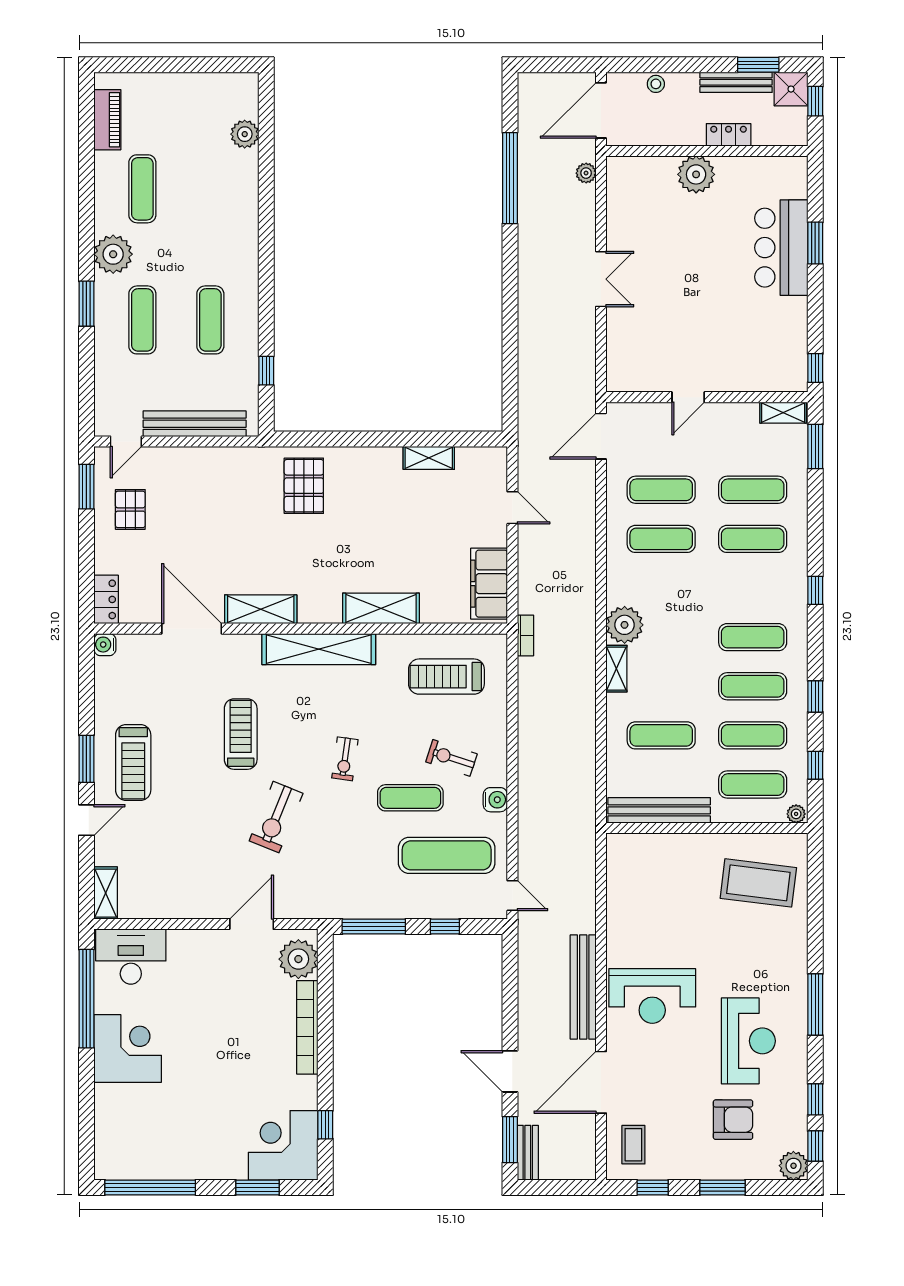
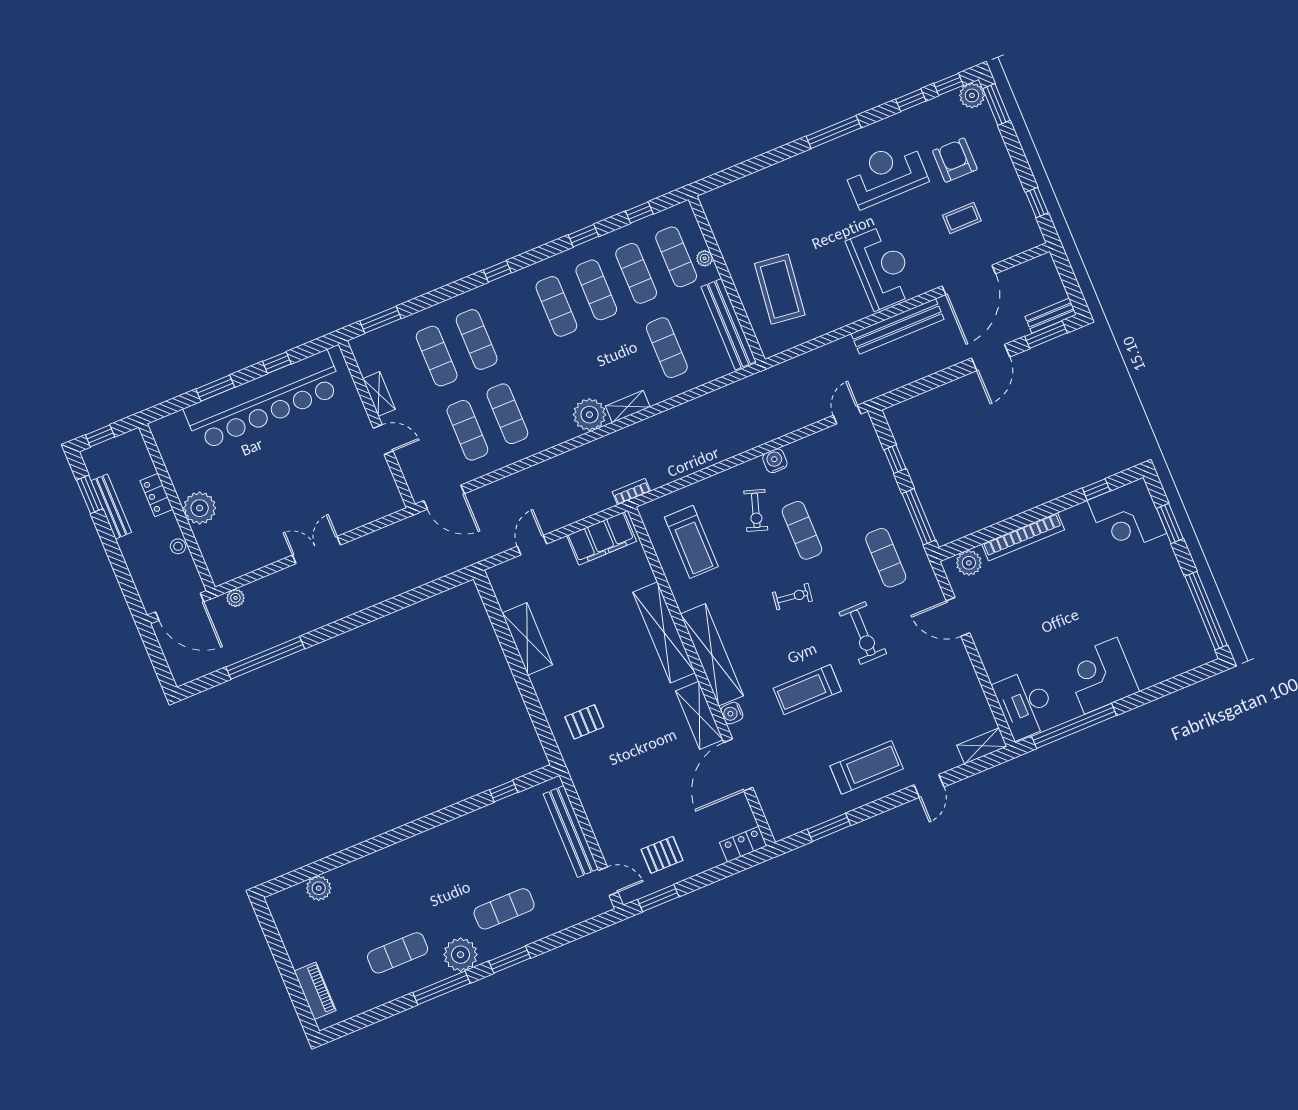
stool: (656, 84) -> (178, 546), moved
shower: (791, 89) -> (98, 460), removed
piano: (107, 120) -> (315, 991), moved, turned 90
window: (86, 220) -> (442, 988), added
bar counter: (781, 248) -> (264, 400), width x1.86
exercise mat: (210, 320) -> (481, 854), removed
window: (815, 368) -> (277, 363), moved
shelving: (783, 413) -> (379, 394), moved
shelving: (429, 458) -> (527, 639), width x1.50, depth x1.33
pallet: (304, 486) -> (584, 722), width x0.67, depth x0.71
shelving: (381, 608) -> (664, 632), width x1.47
water cooler: (105, 645) -> (732, 713), moved, turned 90
window: (86, 759) -> (829, 827), moved
plant: (796, 814) -> (705, 258), moved
exercise bike: (276, 817) -> (863, 633), turned 68
door: (86, 820) -> (929, 786), swing flipped
exercise mat: (447, 855) -> (886, 558), moved, width x0.73, depth x0.69
coffee table: (758, 883) -> (780, 289), moved
plant: (298, 959) -> (969, 563), width x0.73, depth x0.73
door: (601, 1082) -> (969, 280), hinge flipped
coffee table: (633, 1145) -> (962, 218), moved
window: (722, 1187) -> (996, 105), moved

